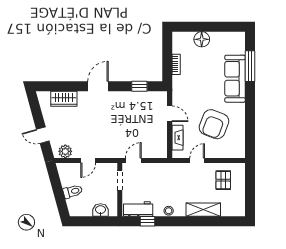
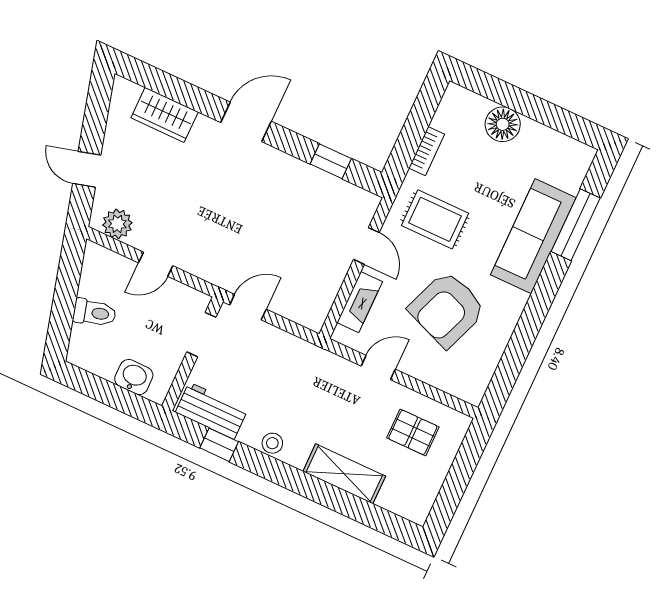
rug: (192, 90) -> (435, 219), added
pallet: (223, 180) -> (413, 432), turned 90

